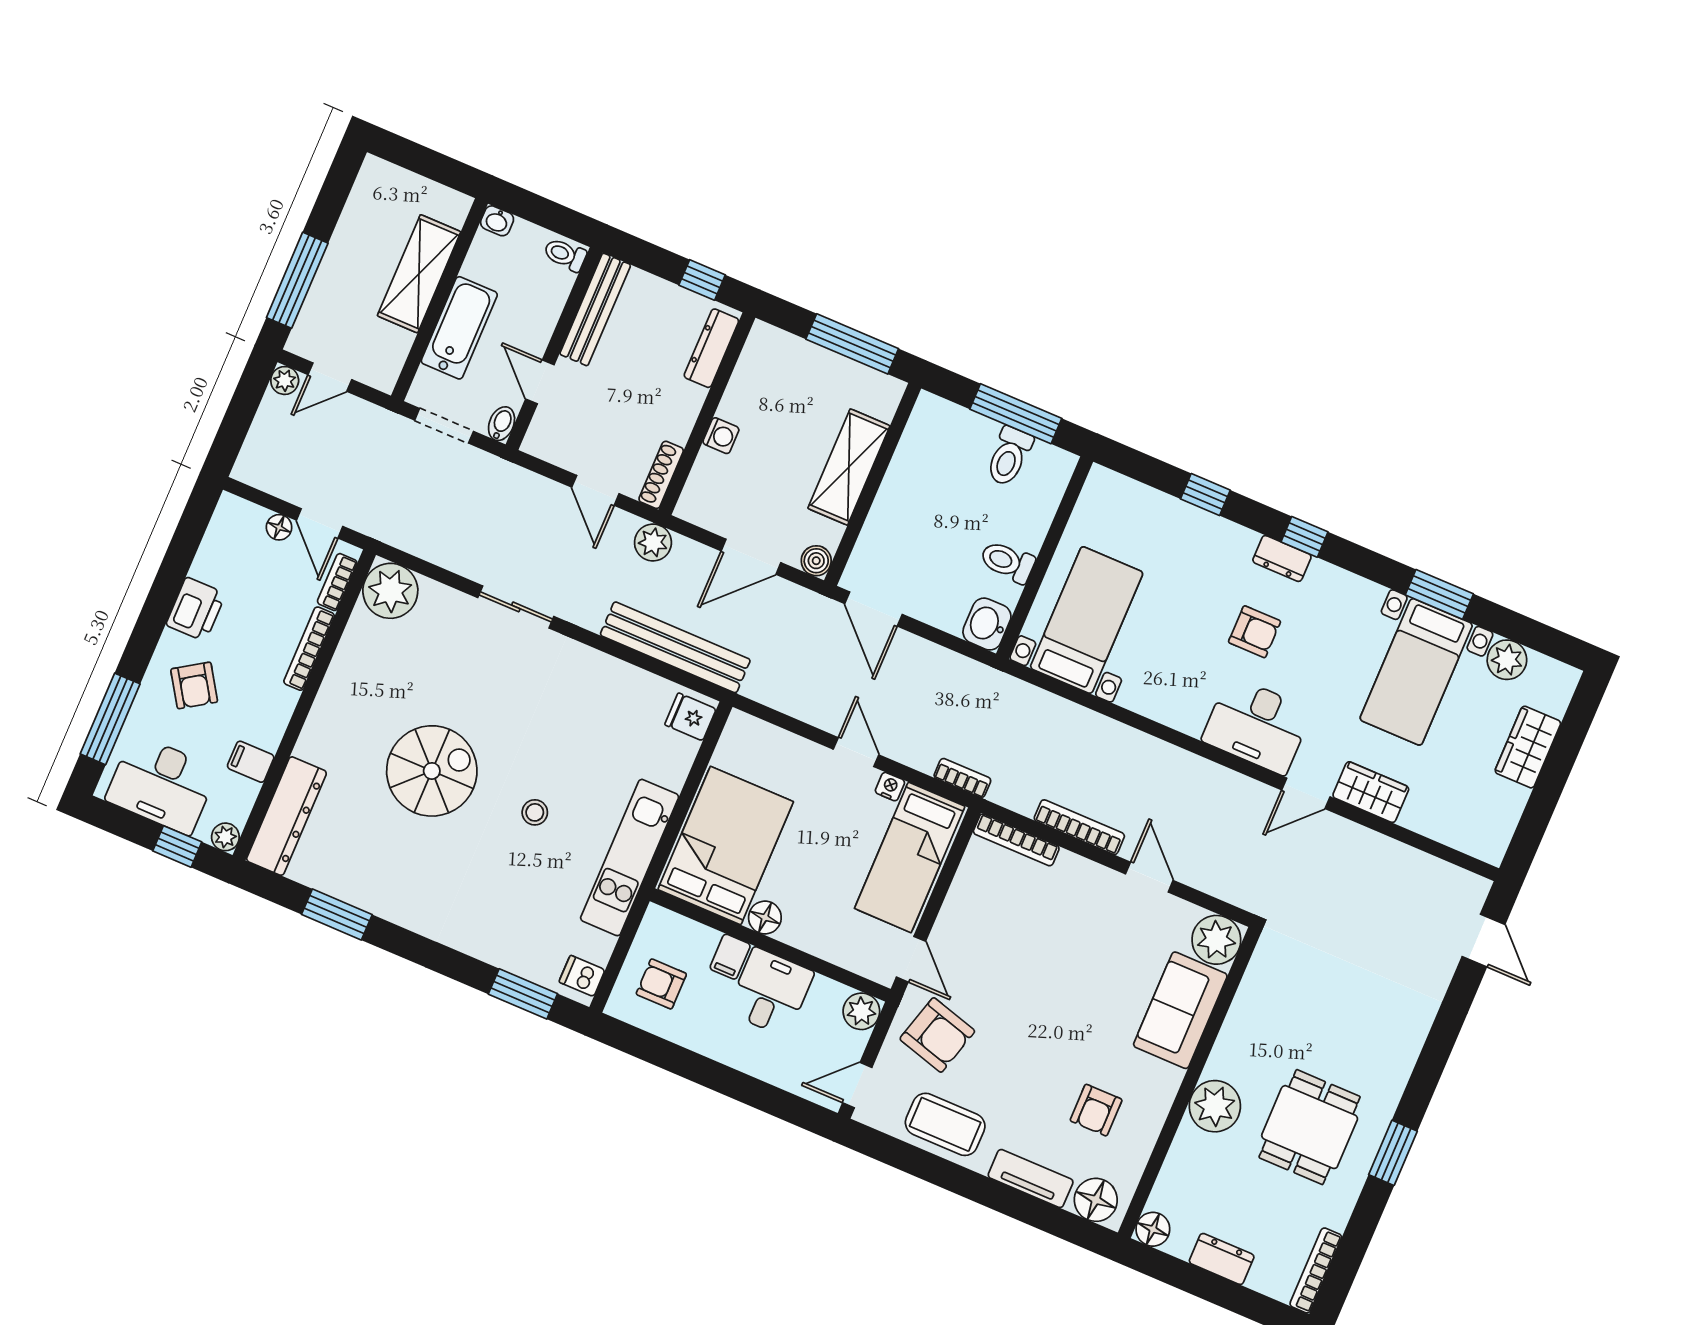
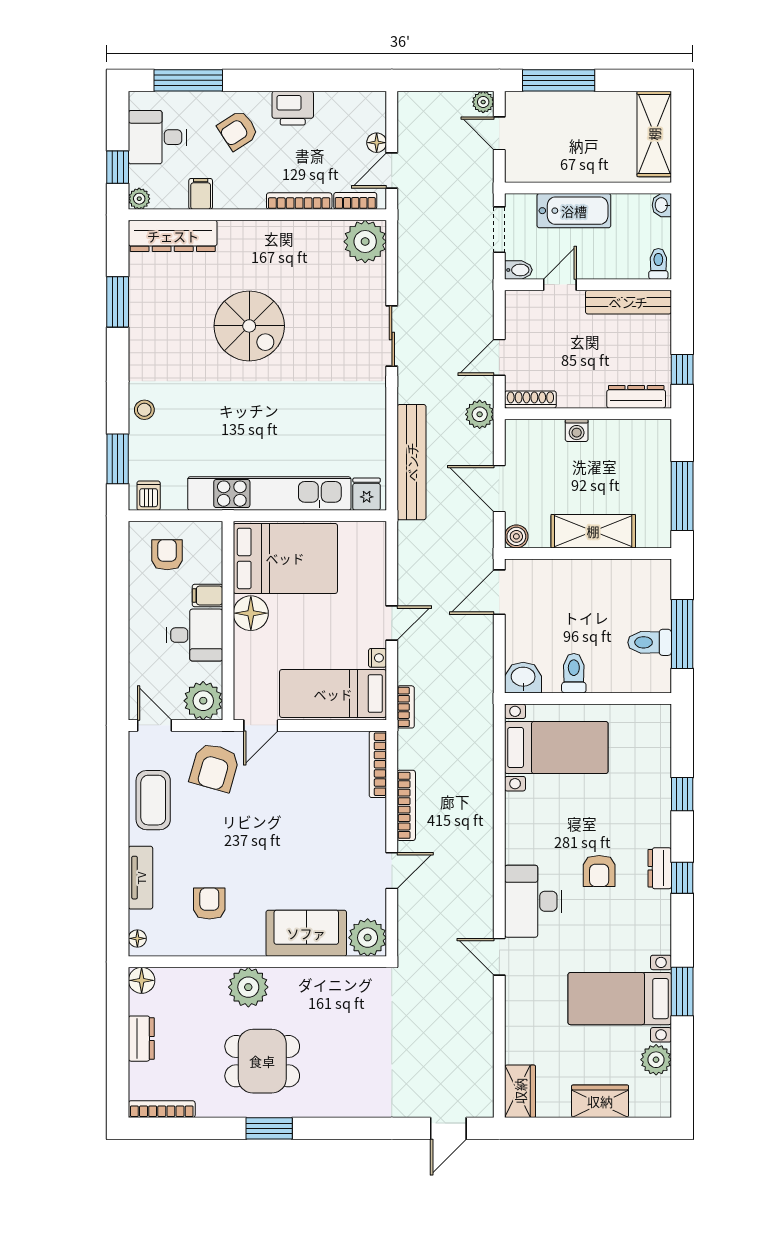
shelving: (419, 274) -> (654, 134), moved, turned 90
desk: (162, 784) -> (157, 137), width x0.73
wardrobe: (1371, 792) -> (520, 1091), moved
stool: (535, 812) -> (144, 410), moved
kitchen unit: (630, 858) -> (269, 494), width x1.36
floor lamp: (765, 917) -> (251, 613), width x1.38, depth x1.38
plant: (861, 1011) -> (203, 701), width x1.36, depth x1.36
armchair: (1096, 1110) -> (209, 904), turned 90
floor lamp: (1096, 1200) -> (137, 938), width x0.53, depth x0.53

